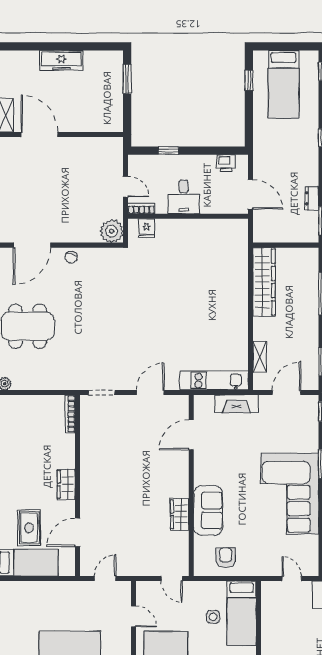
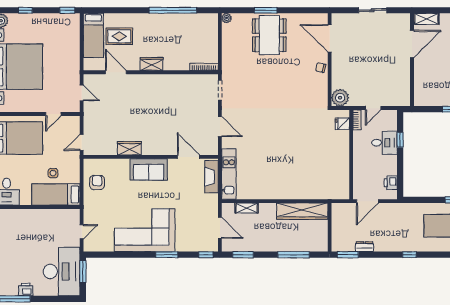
desk: (184, 197) -> (384, 143), moved, turned 180
fireplace: (236, 404) -> (212, 177), moved
sofa: (208, 511) -> (149, 169), moved
armchair: (226, 558) -> (97, 182), turned -90

